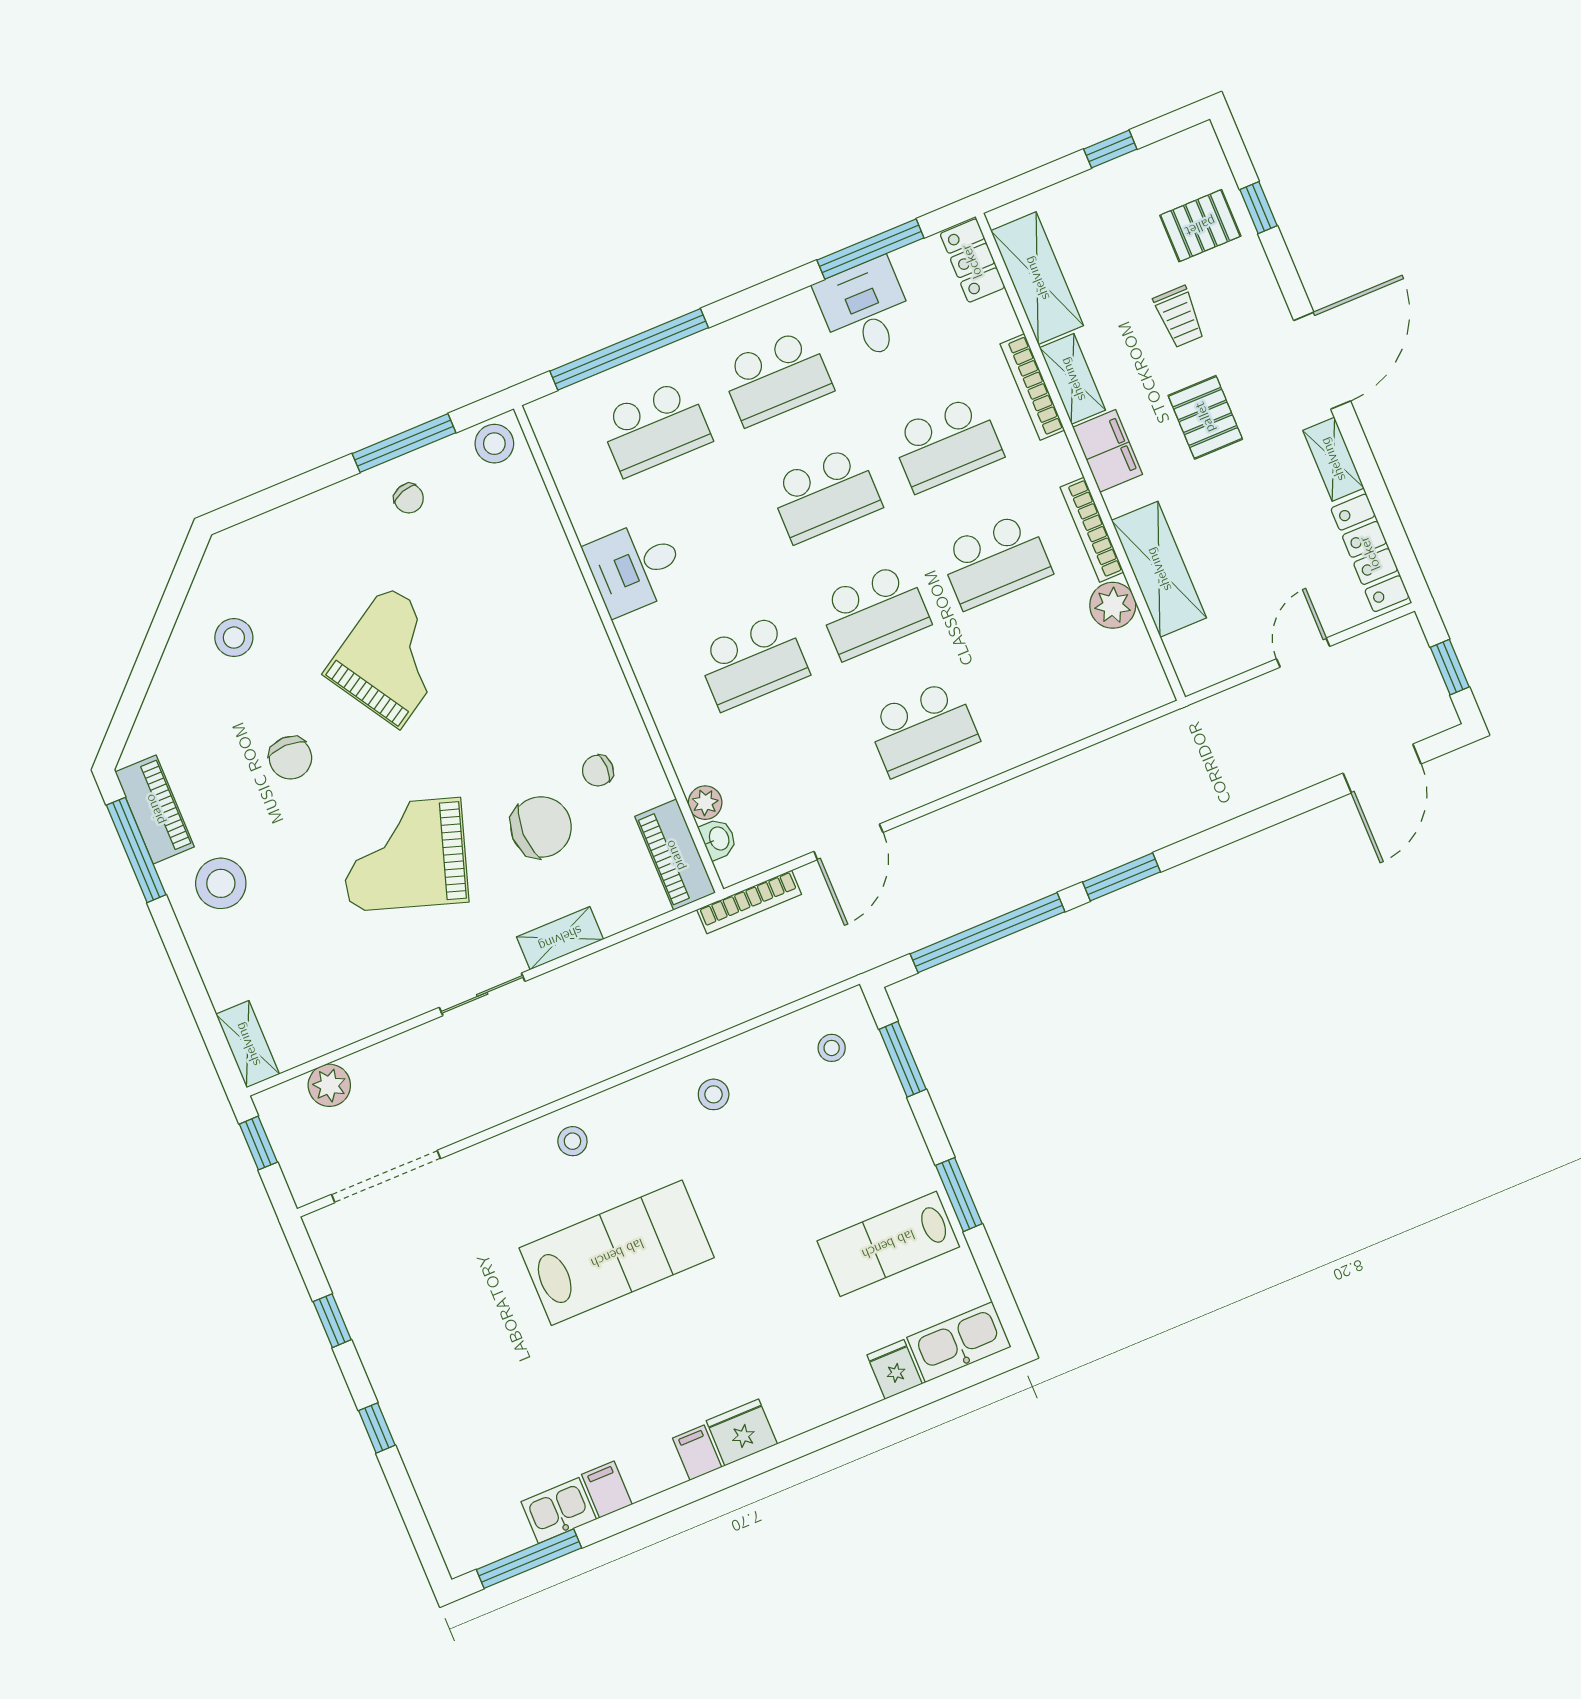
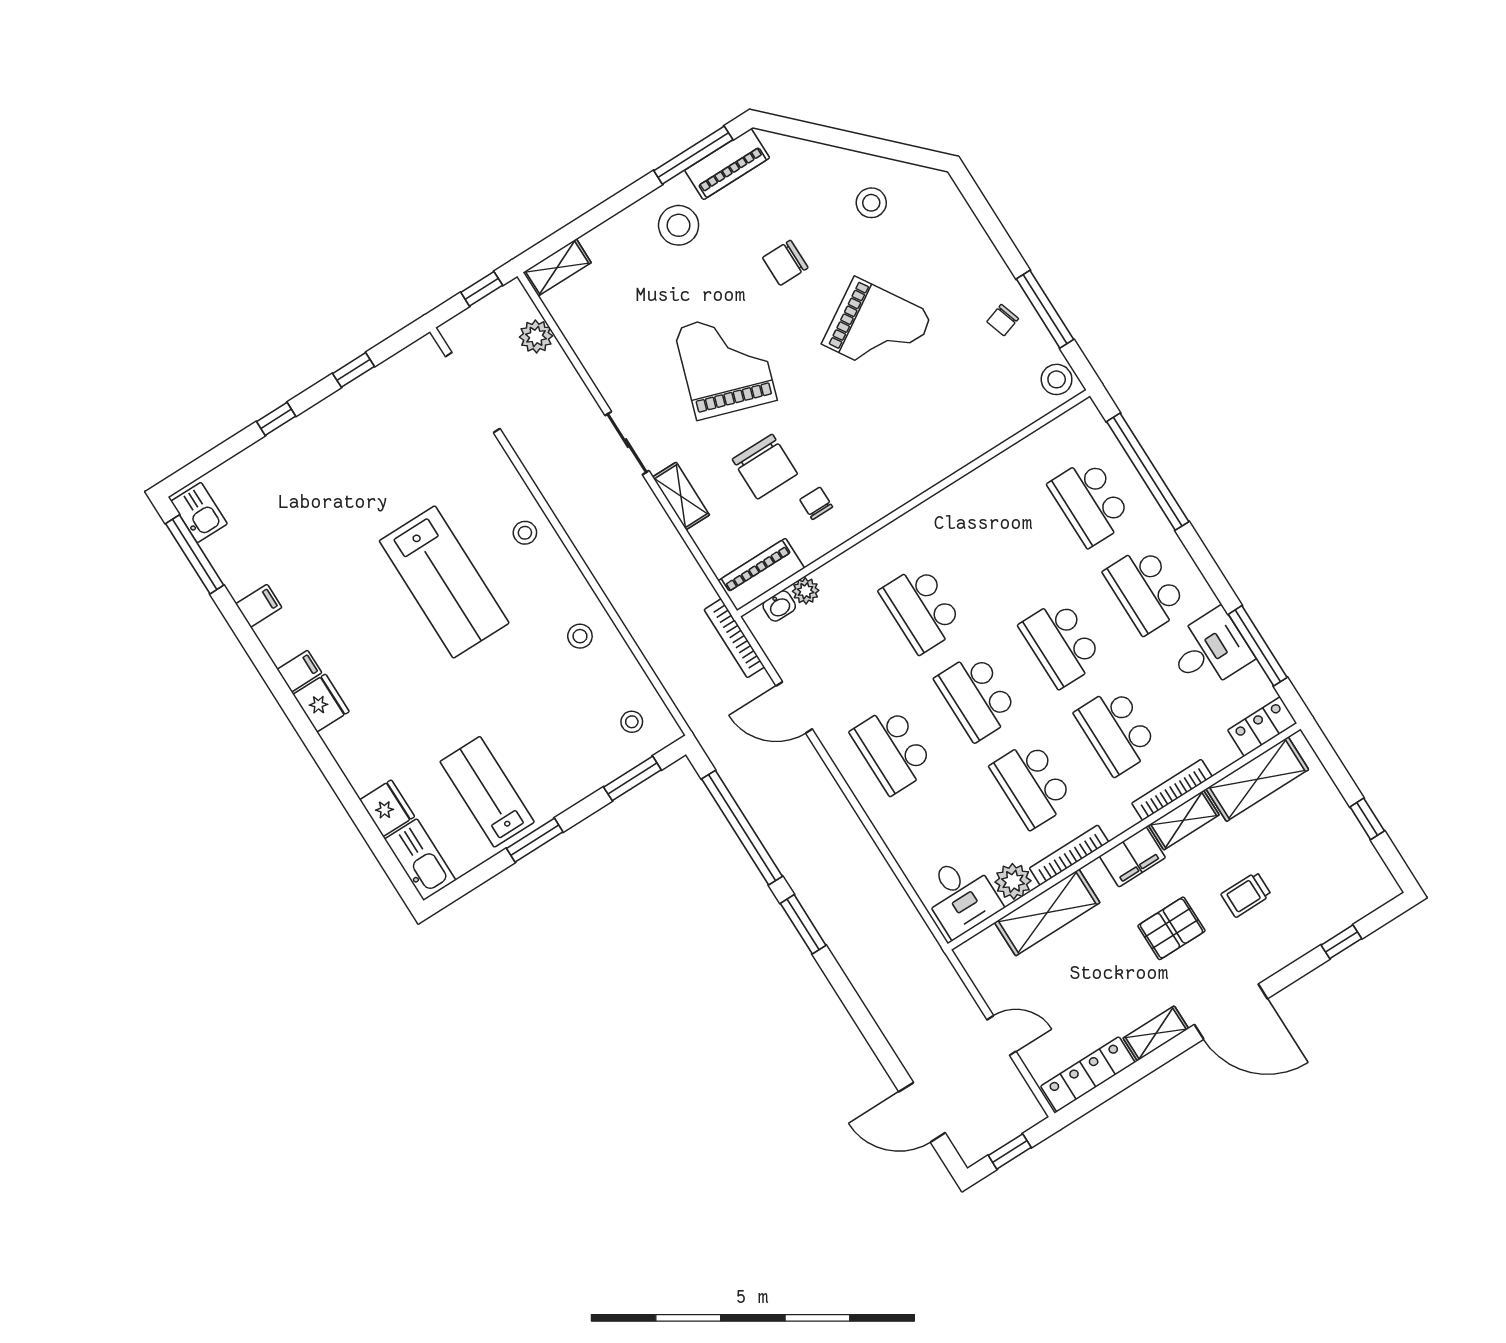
pallet: (1200, 226) -> (1320, 899), removed
desk: (635, 567) -> (961, 896), moved, turned 180
fridge: (895, 1369) -> (387, 808), width x1.38
kitchen sink: (559, 1511) -> (199, 512), moved

